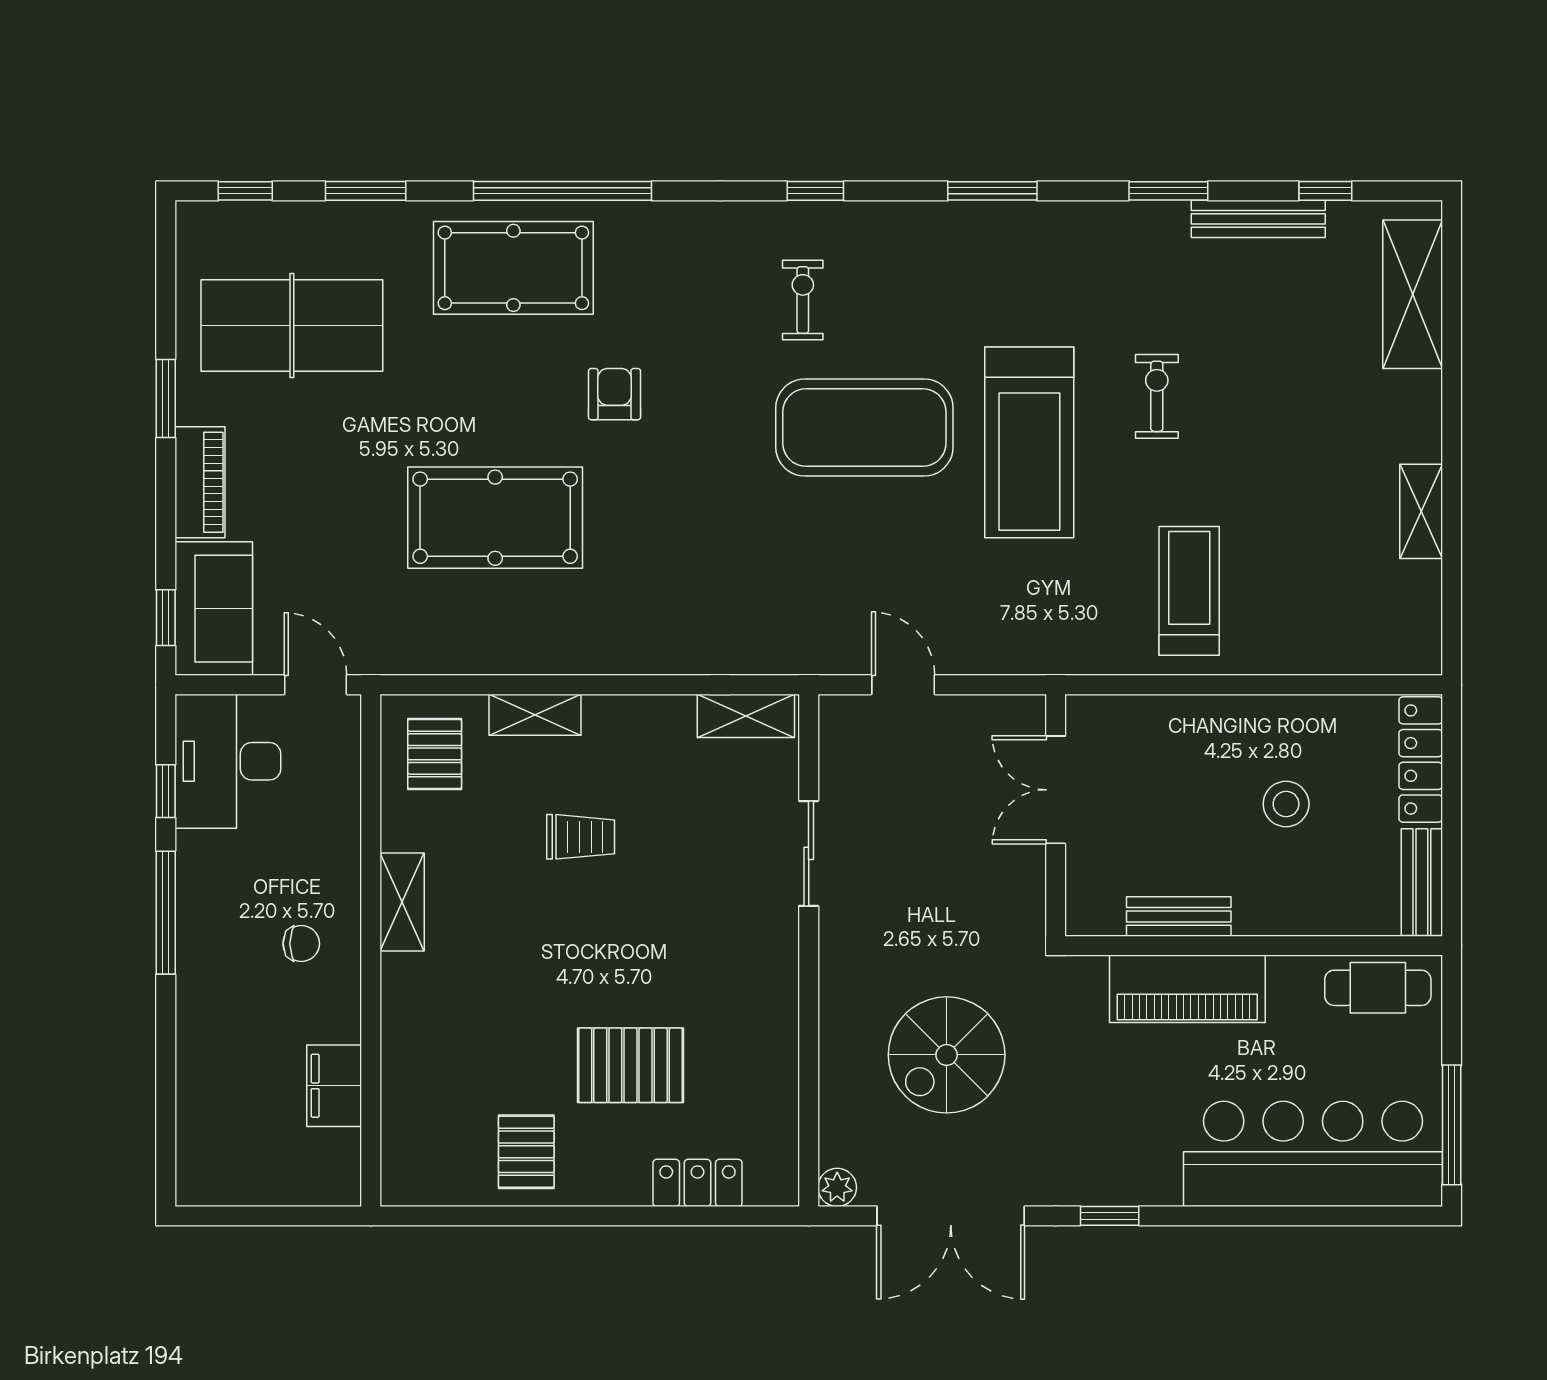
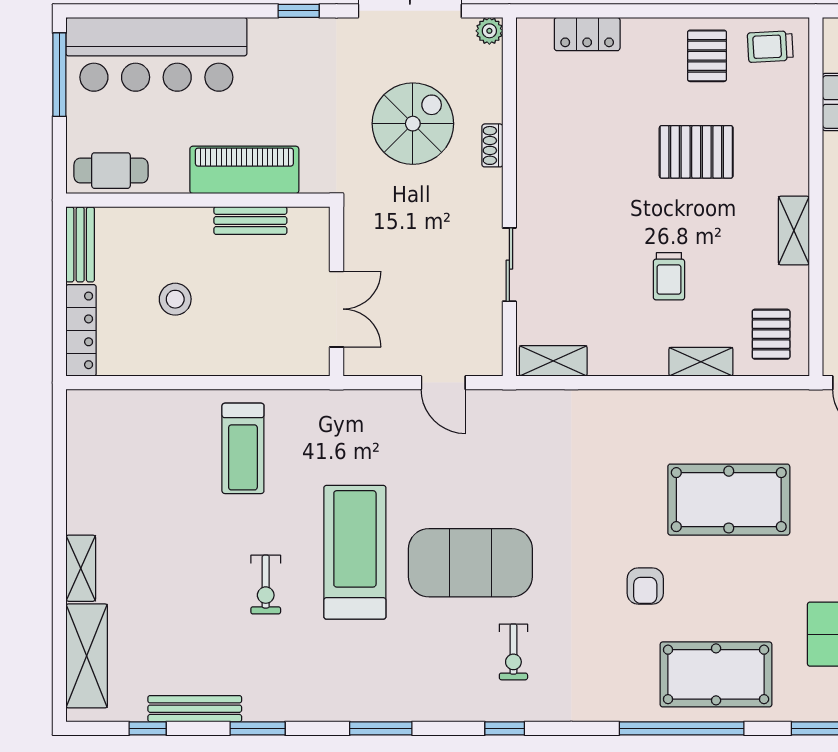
shelving: (1421, 511) -> (81, 568), moved
trolley: (581, 837) -> (669, 276), turned -90
shoe rack: (833, 1024) -> (492, 145), added
pallet: (630, 1065) -> (696, 152), moved
trolley: (436, 1165) -> (770, 47), added

